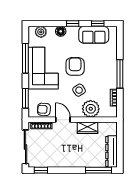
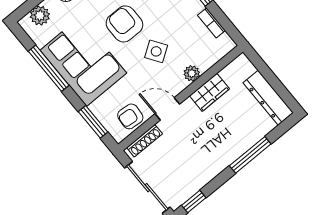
plant: (91, 109) -> (192, 73), width x0.53, depth x0.53
window: (98, 170) -> (250, 155), moved

